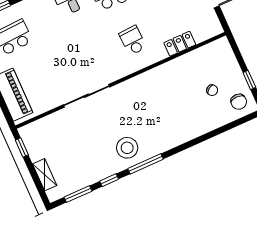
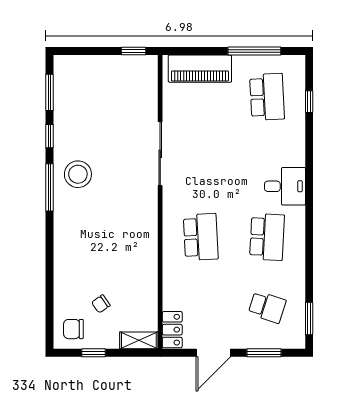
school desk: (133, 40) -> (201, 237), width x1.85
locker: (180, 44) -> (172, 330), moved
shelving: (45, 175) -> (139, 340), moved

